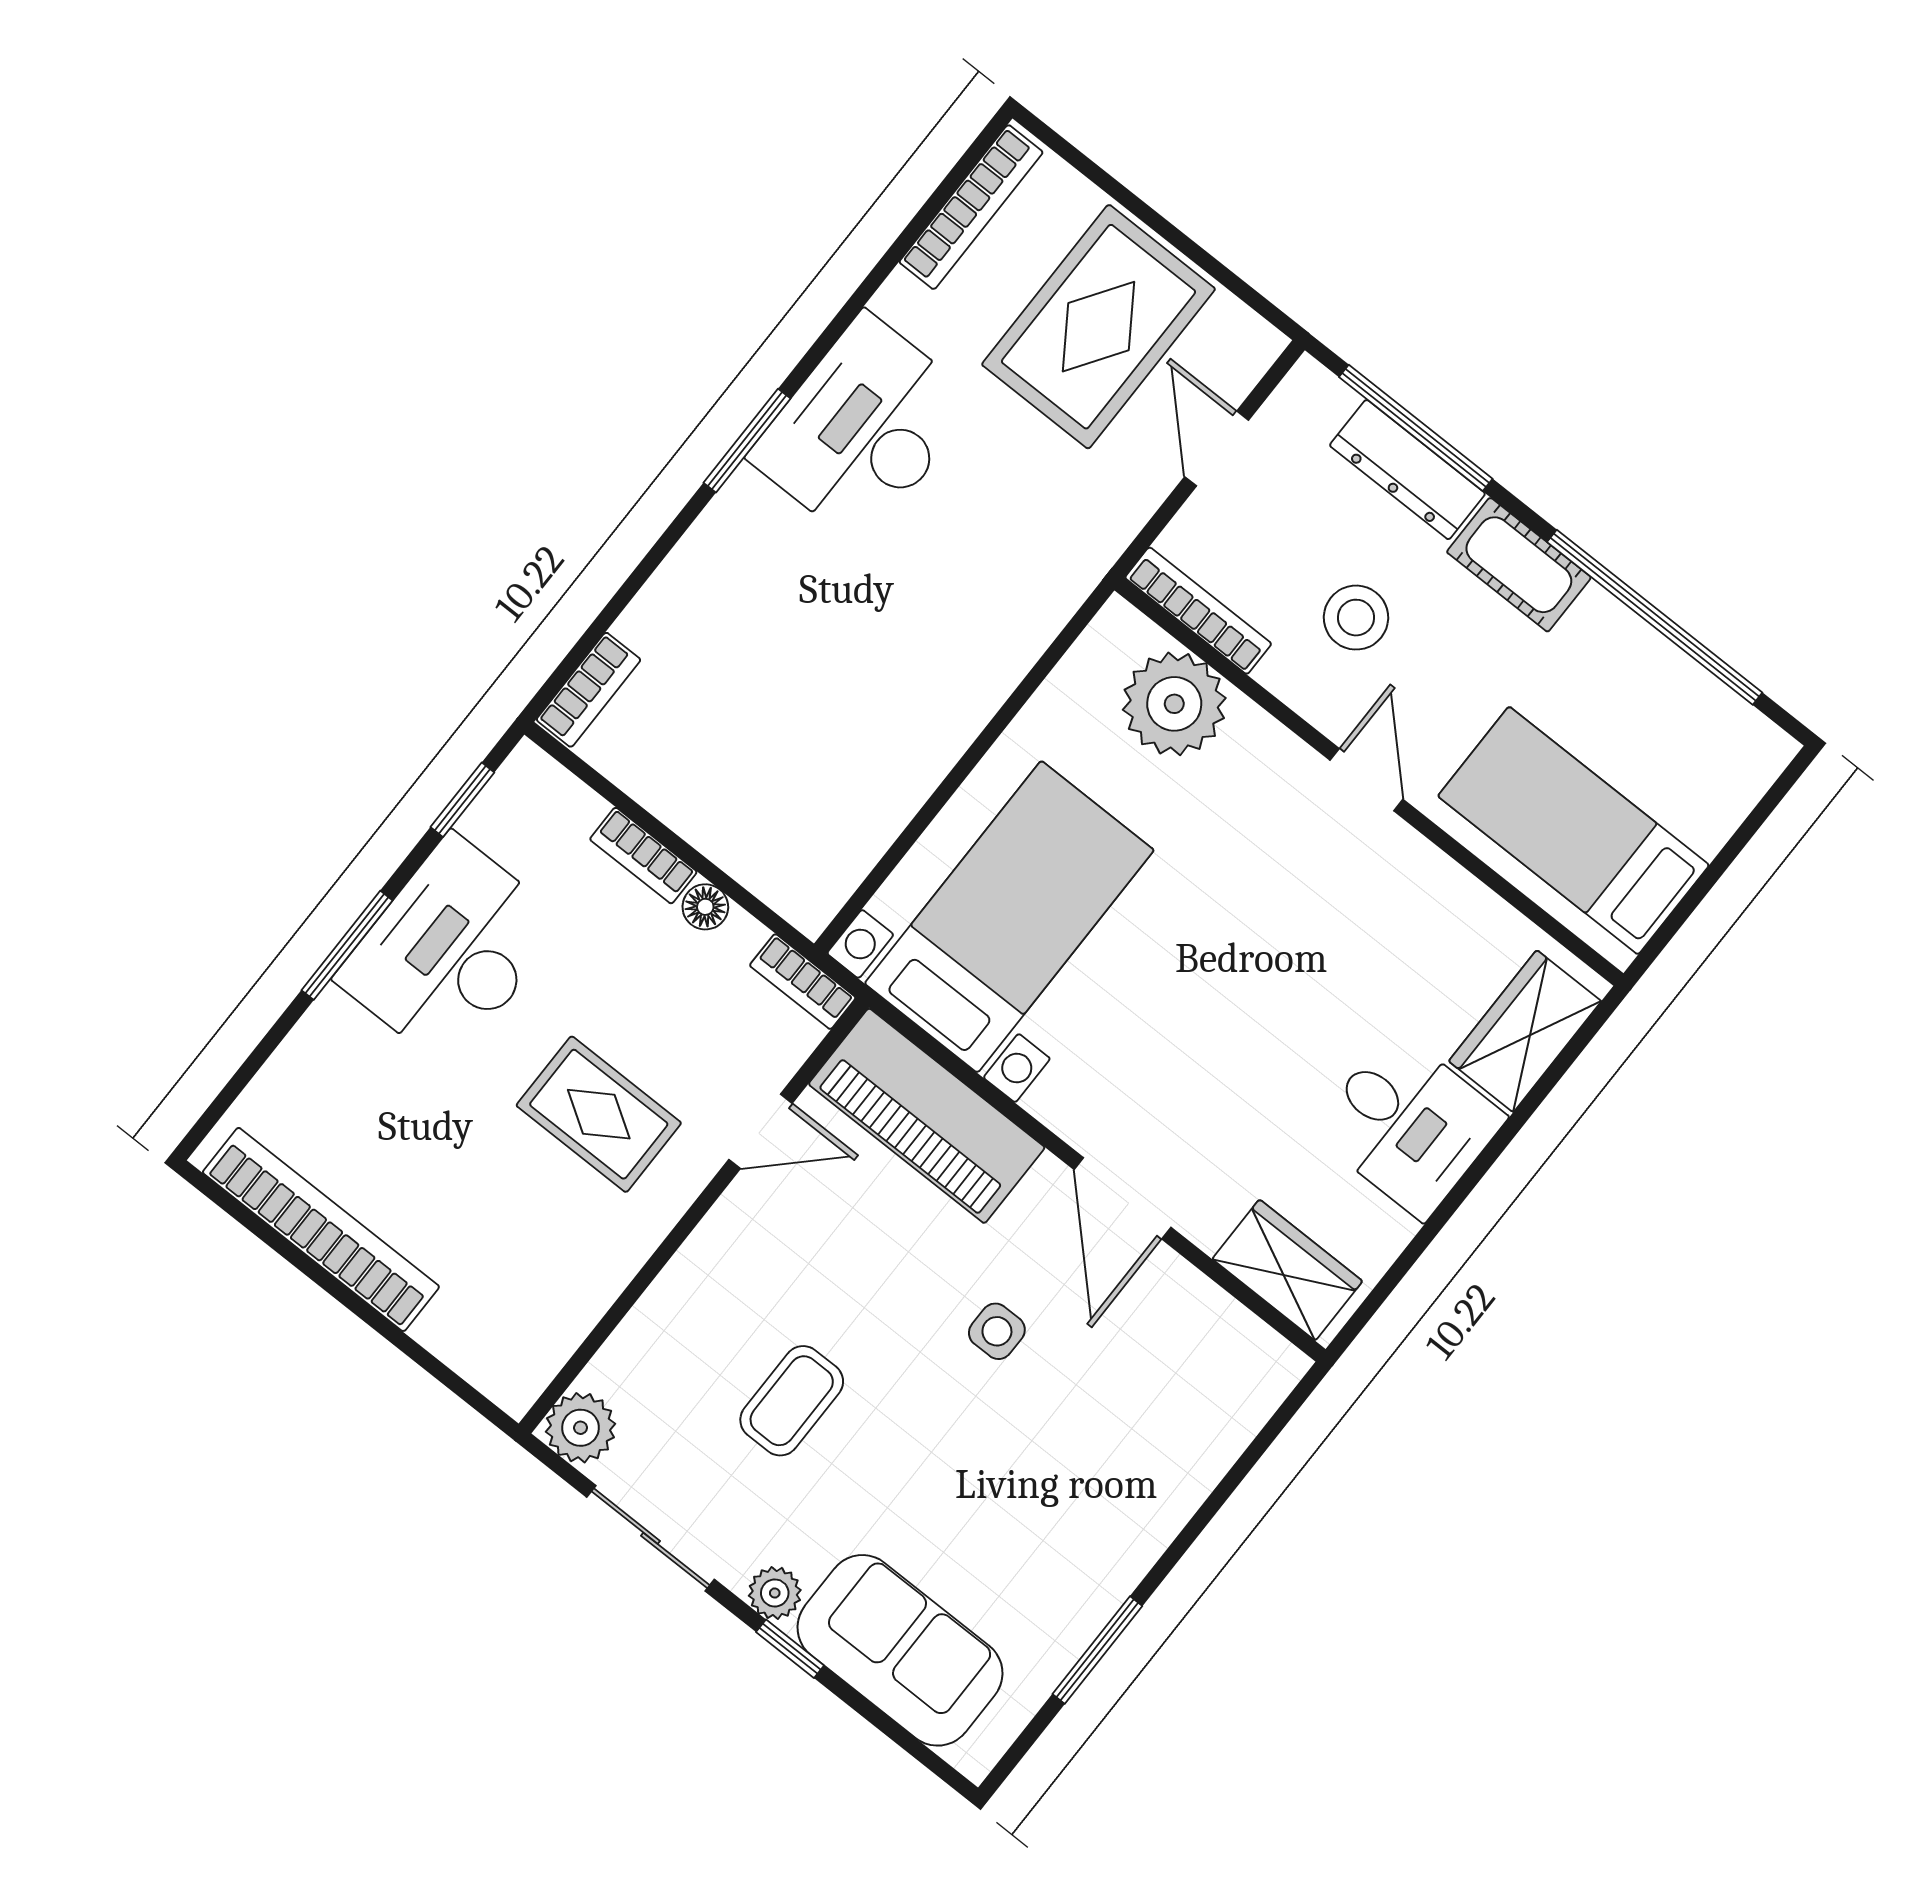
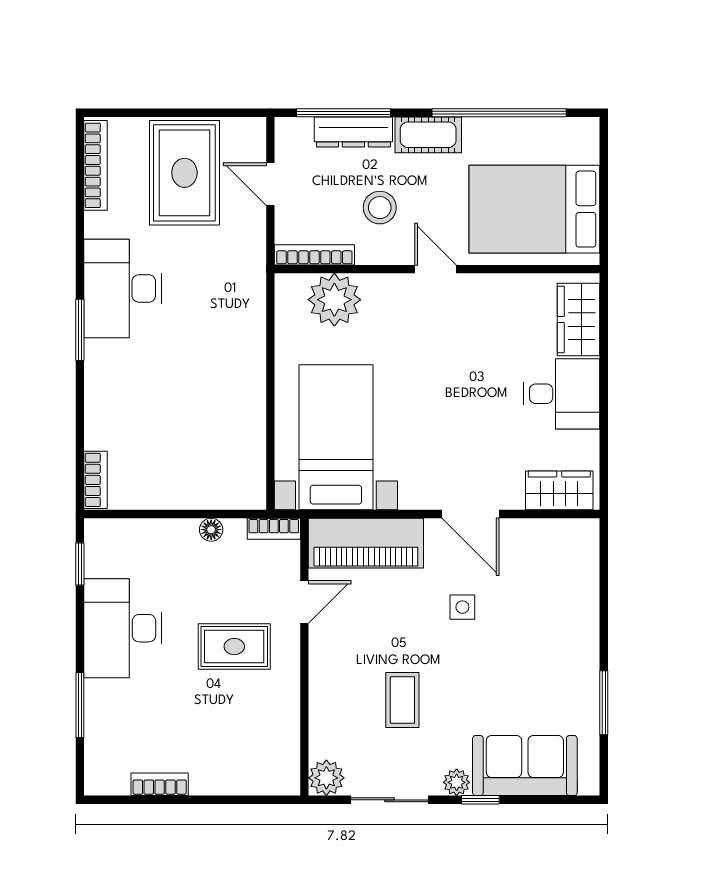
bed: (1573, 831) -> (534, 209), width x1.50
bookcase: (643, 856) -> (170, 529), removed
window: (347, 945) -> (80, 705), moved
bookcase: (321, 1229) -> (160, 784), width x0.43, depth x0.76

